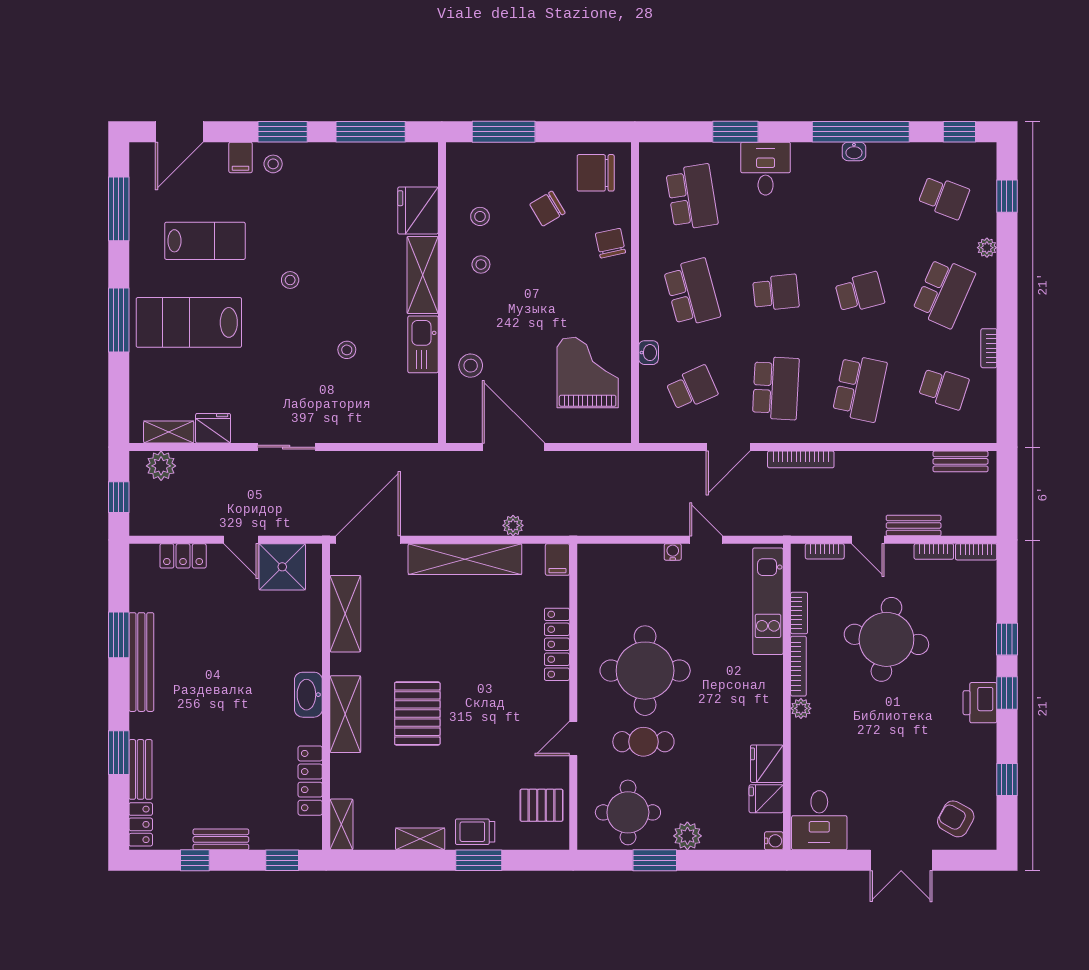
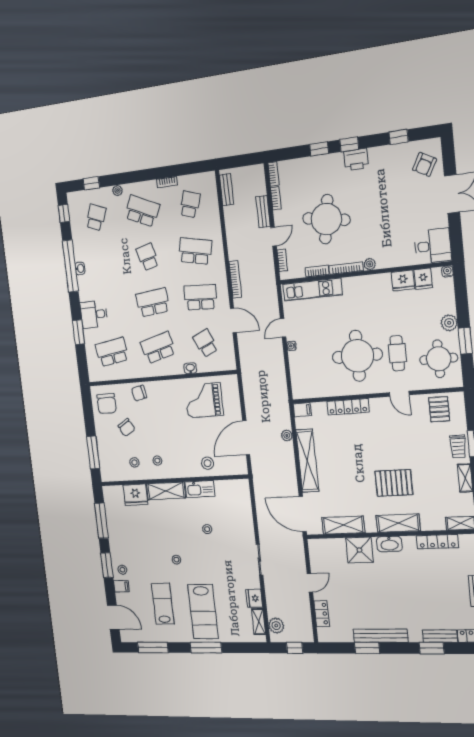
school desk: (776, 293) -> (153, 302), width x1.85
shower: (282, 567) -> (359, 550), moved

